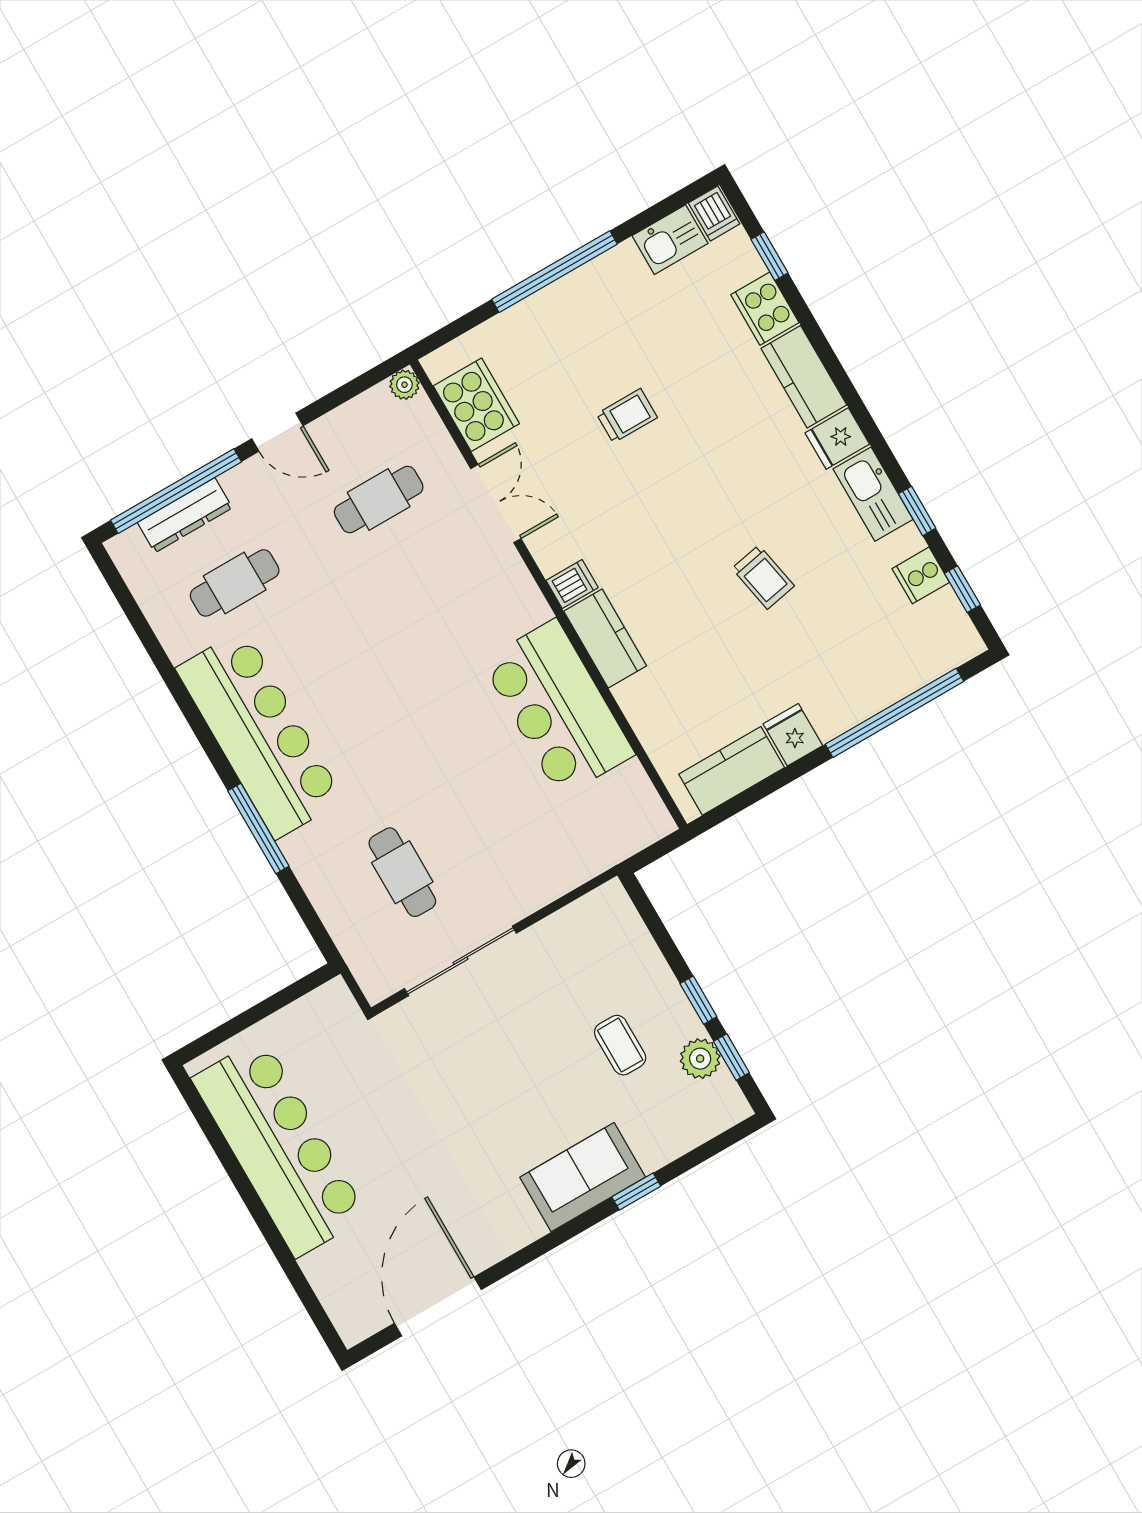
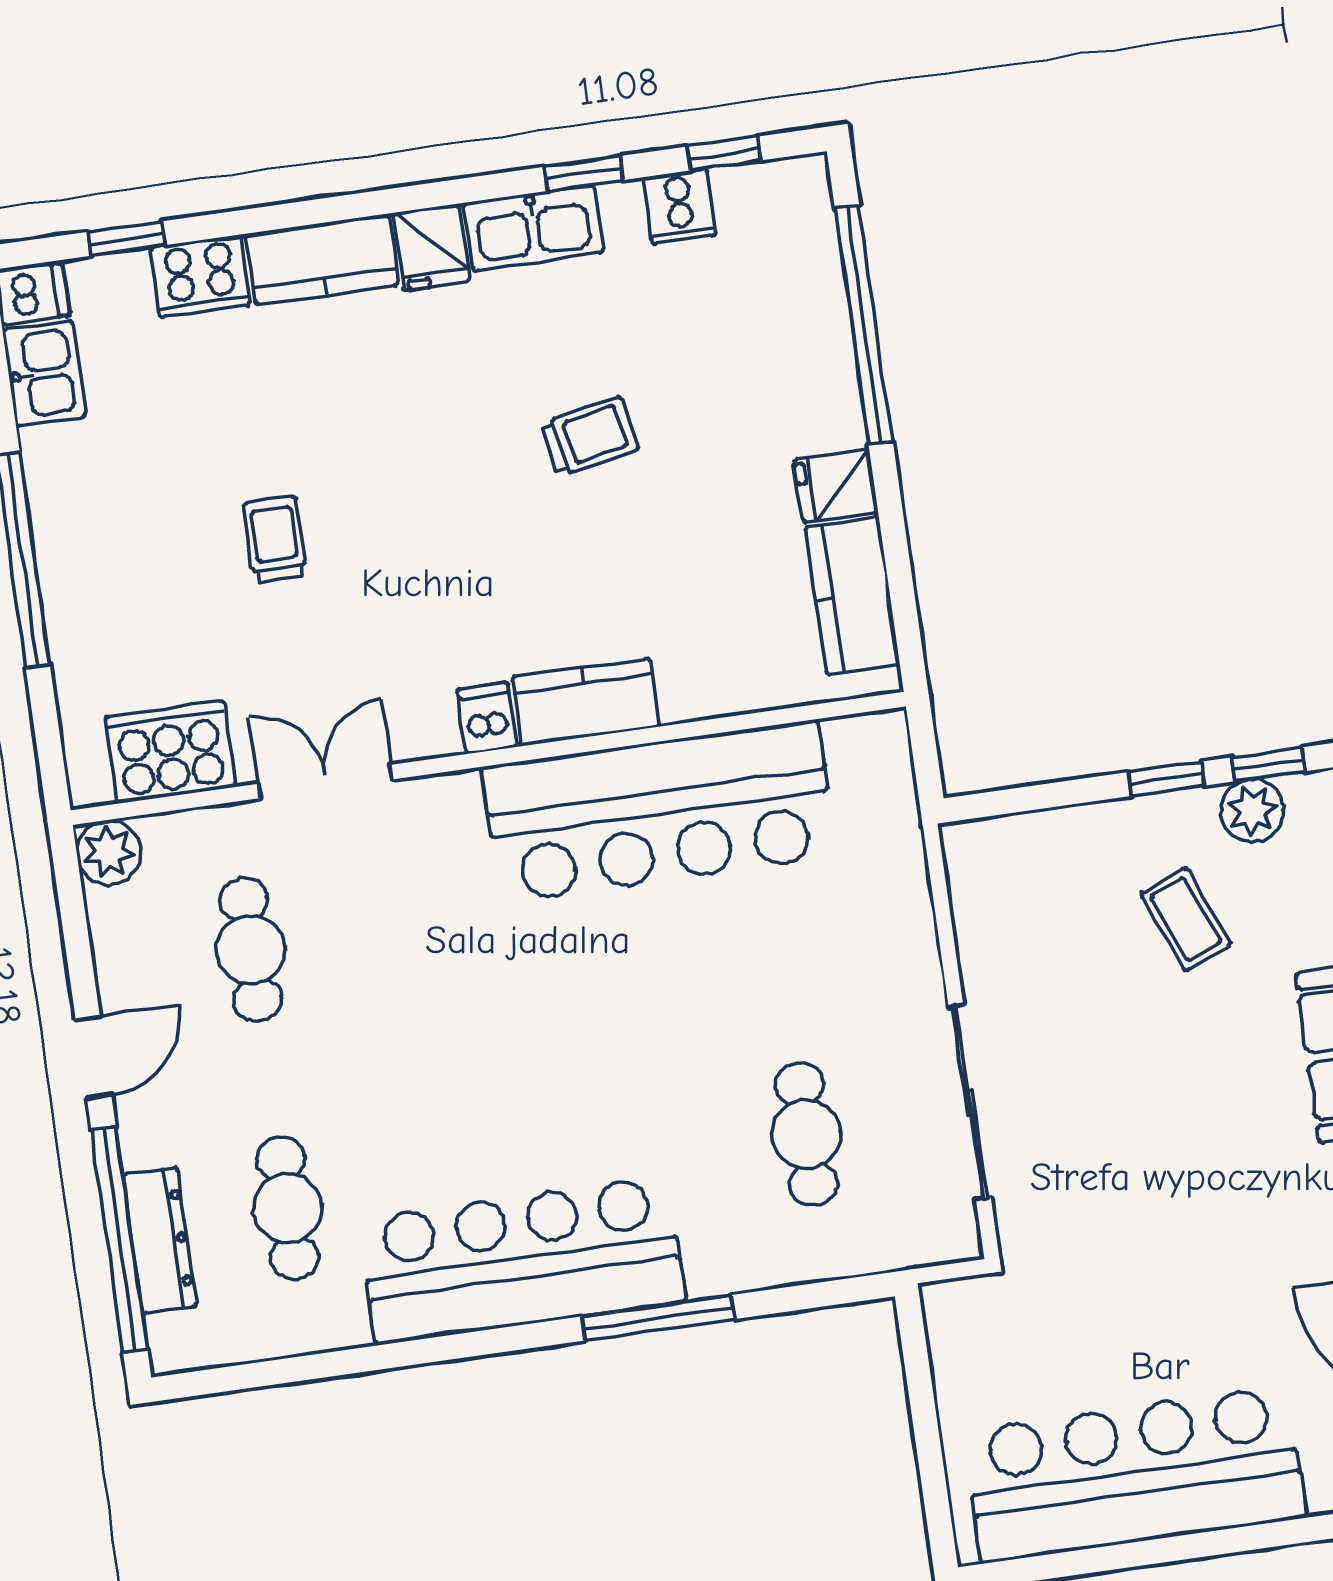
plant: (404, 385) -> (109, 852), width x1.38, depth x1.38
bar counter: (558, 708) -> (659, 811), width x1.36
cafe table: (402, 872) -> (807, 1134), turned 90
coffee table: (620, 1045) -> (1186, 919), turned 68

